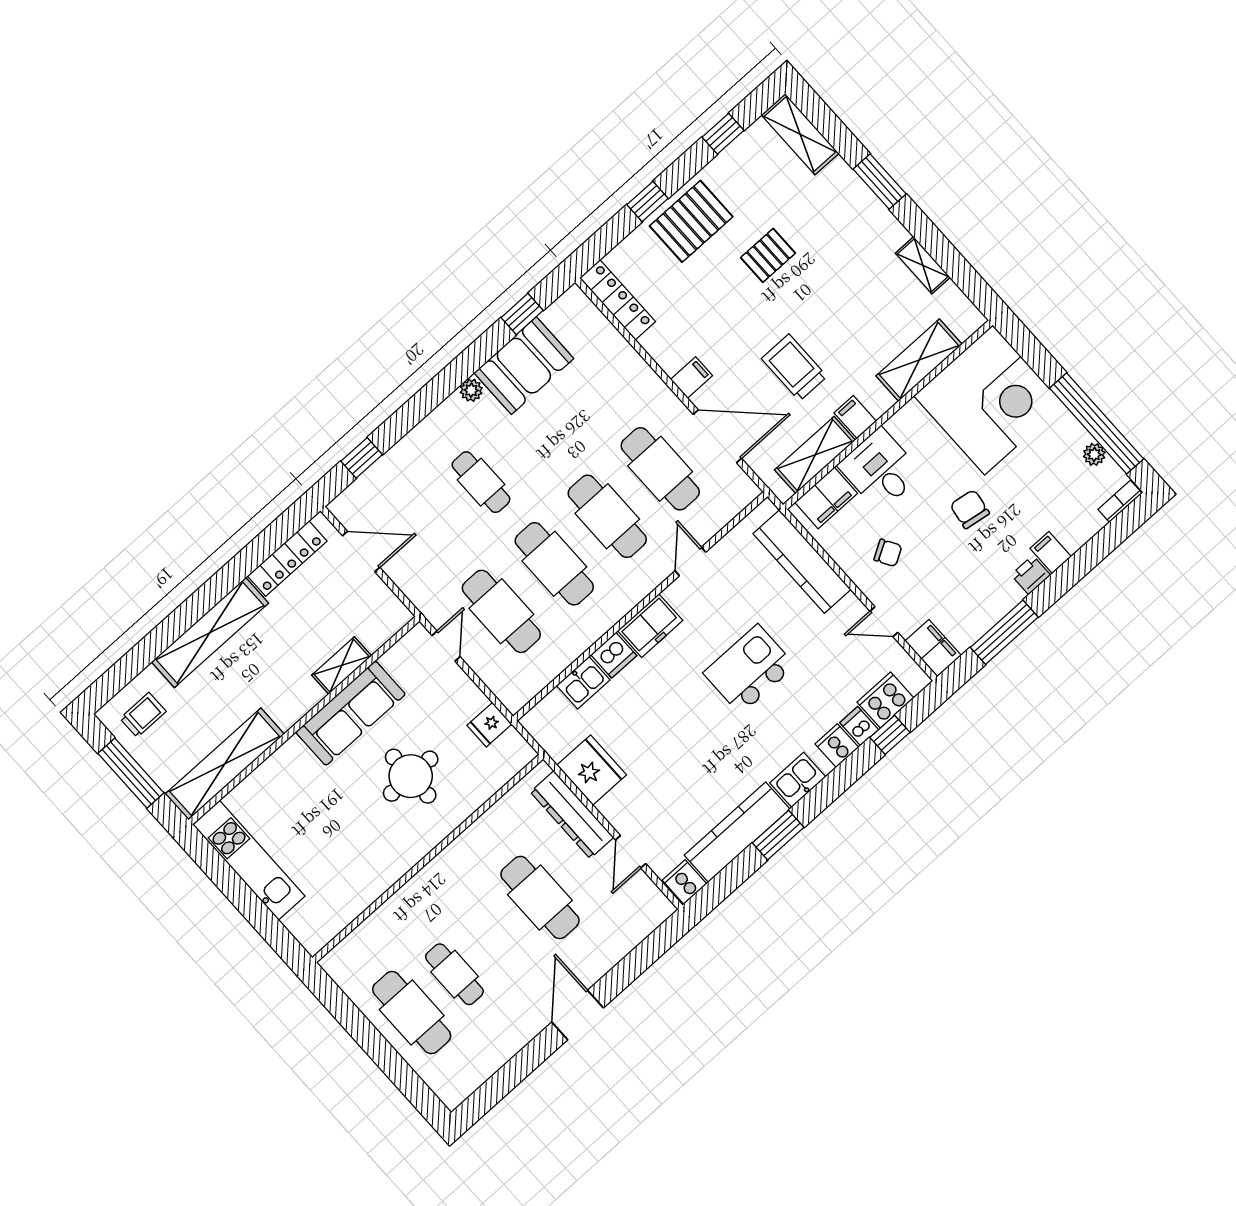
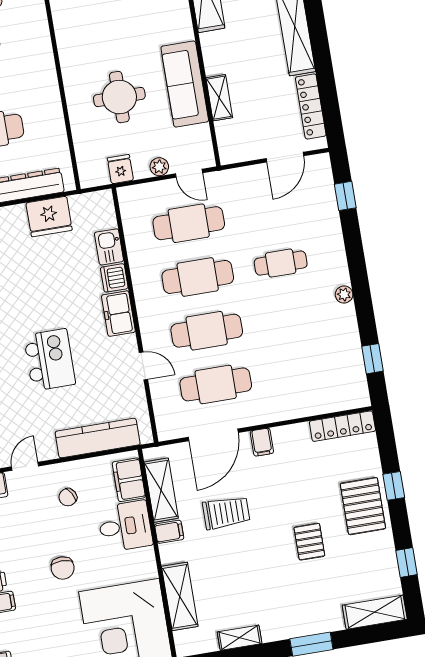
booth: (524, 366) -> (338, 339), removed
chair: (970, 509) -> (63, 568), turned 81
plant: (460, 683) -> (159, 167), added

